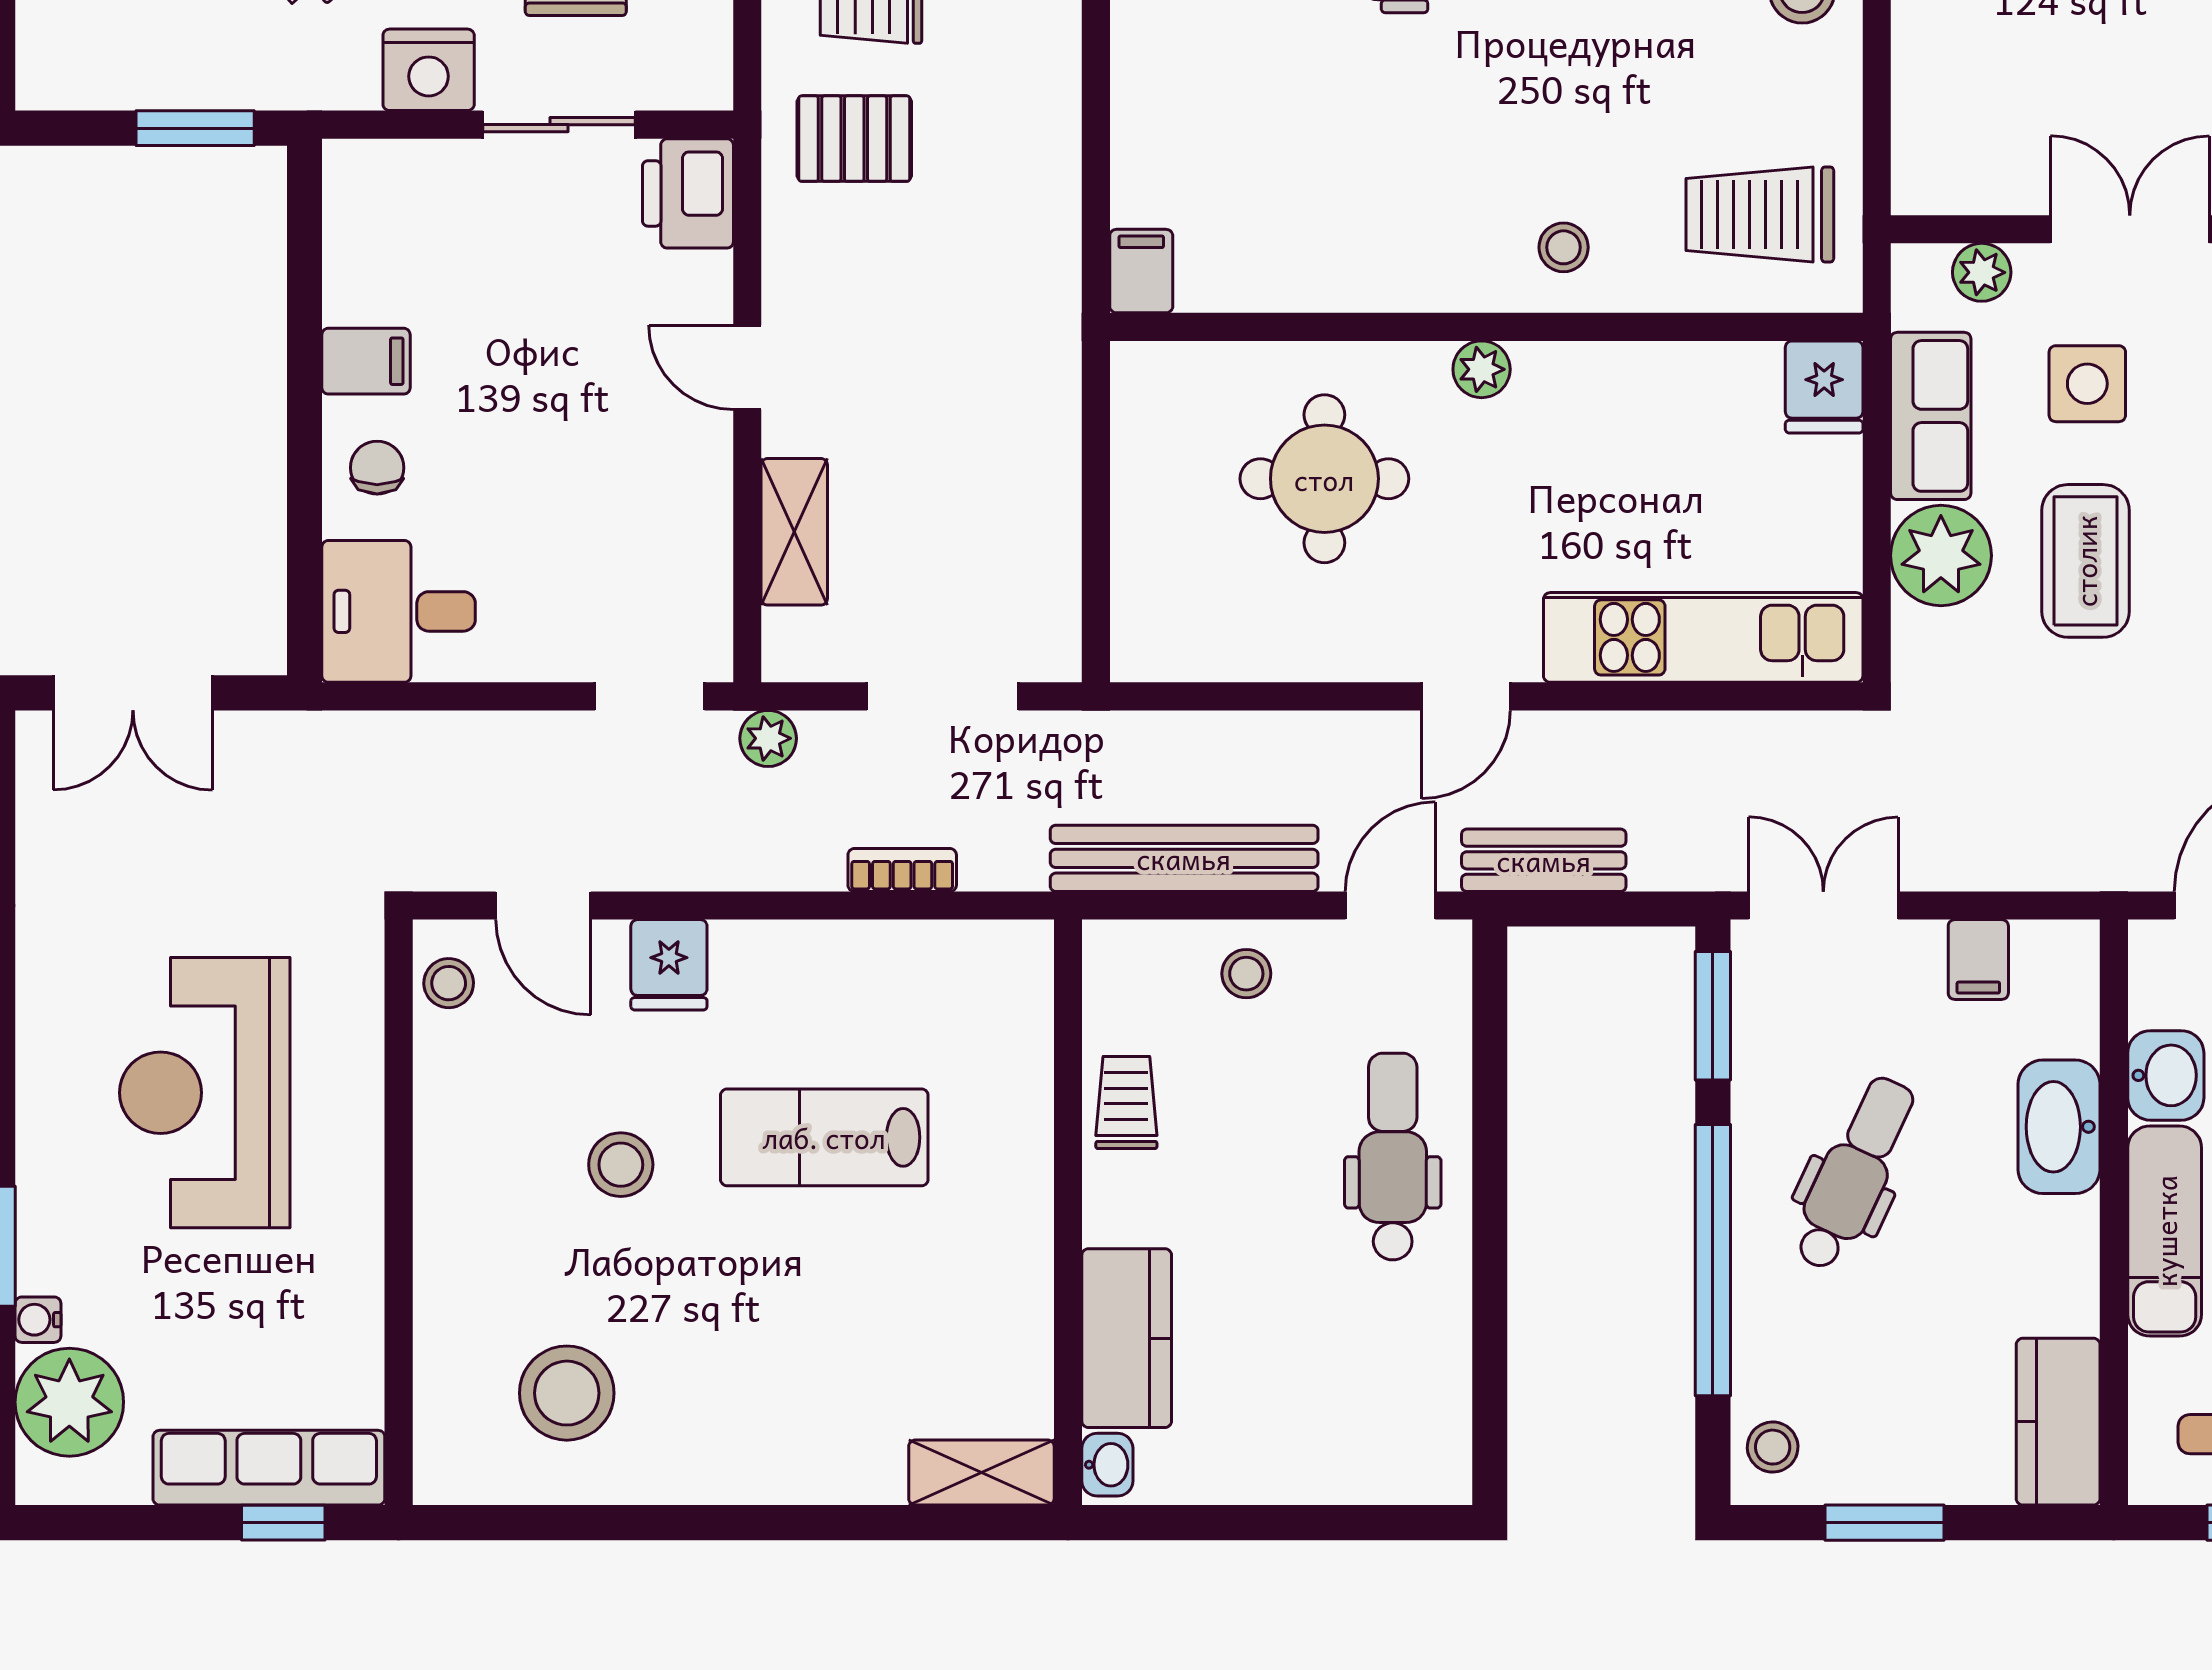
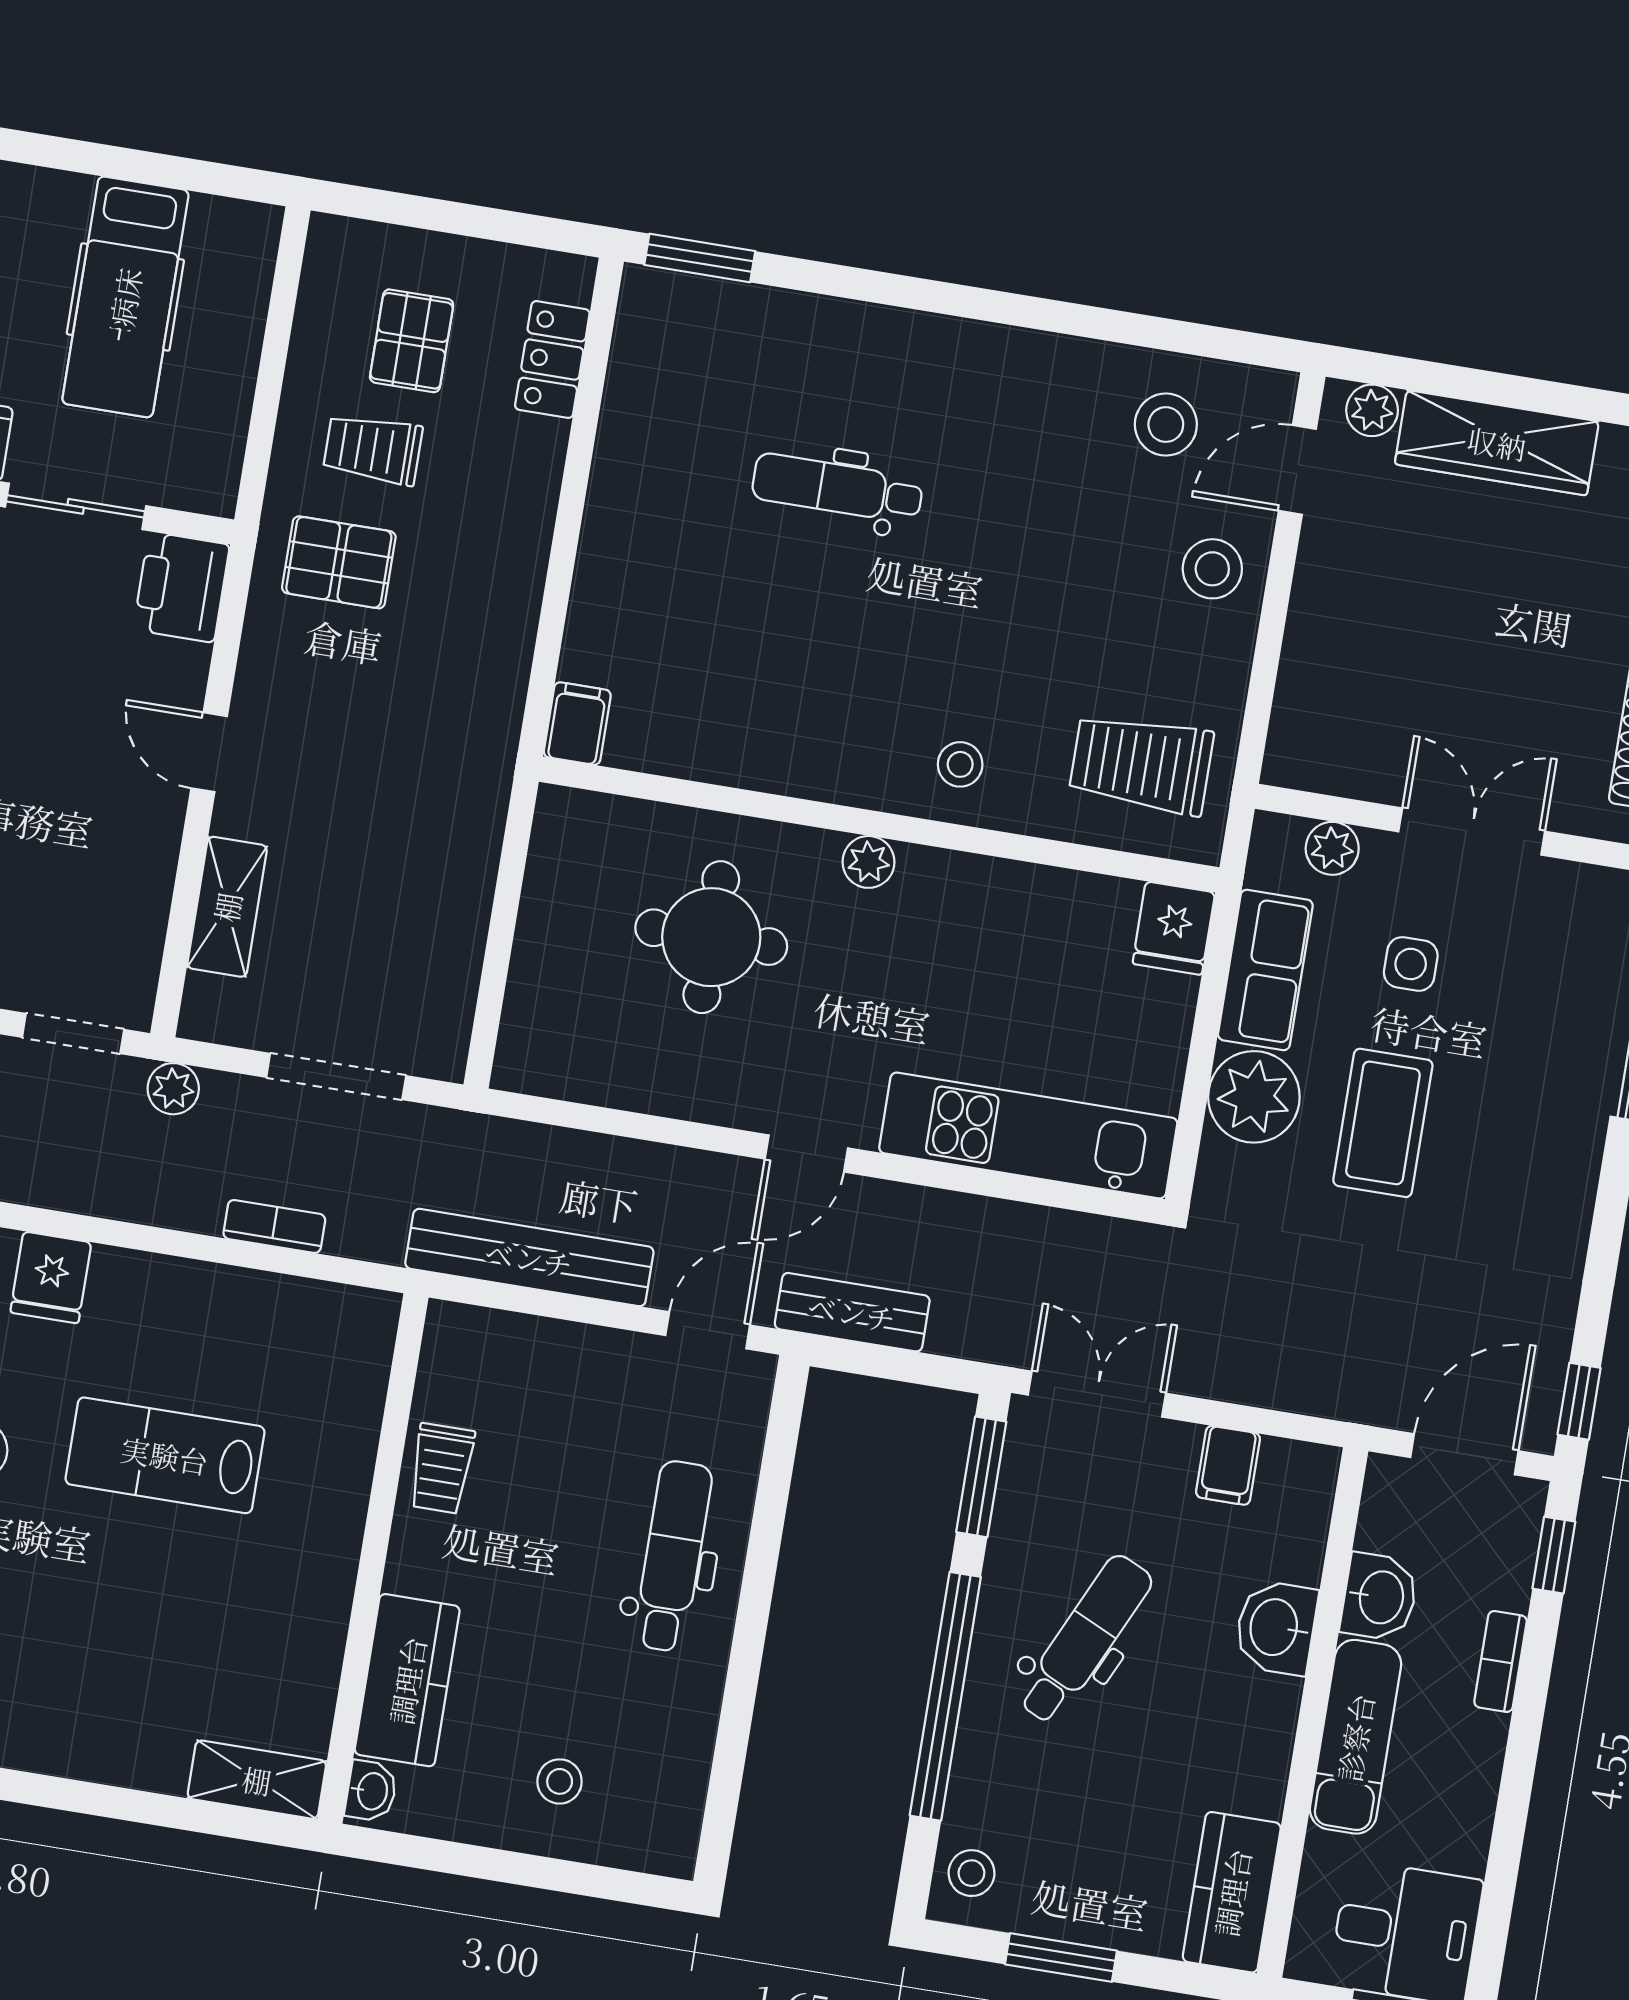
side table: (2087, 384) -> (1411, 964), width x0.73, depth x0.73
stool: (1246, 974) -> (560, 1781), moved
trolley: (1126, 1103) -> (442, 1468), turned 180
washbasin: (2059, 1127) -> (1276, 1627), width x0.72

